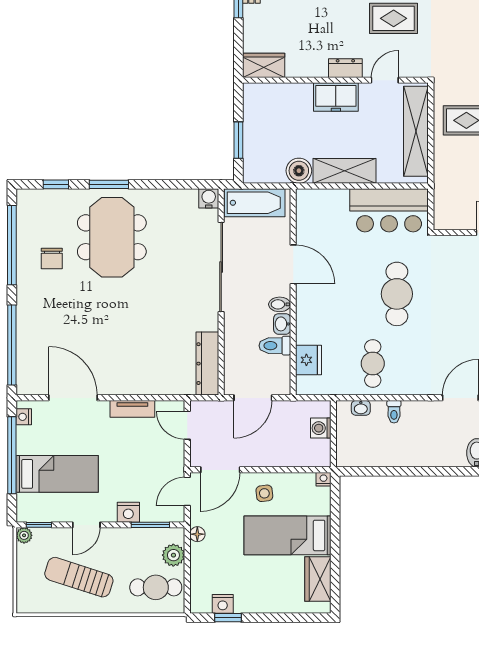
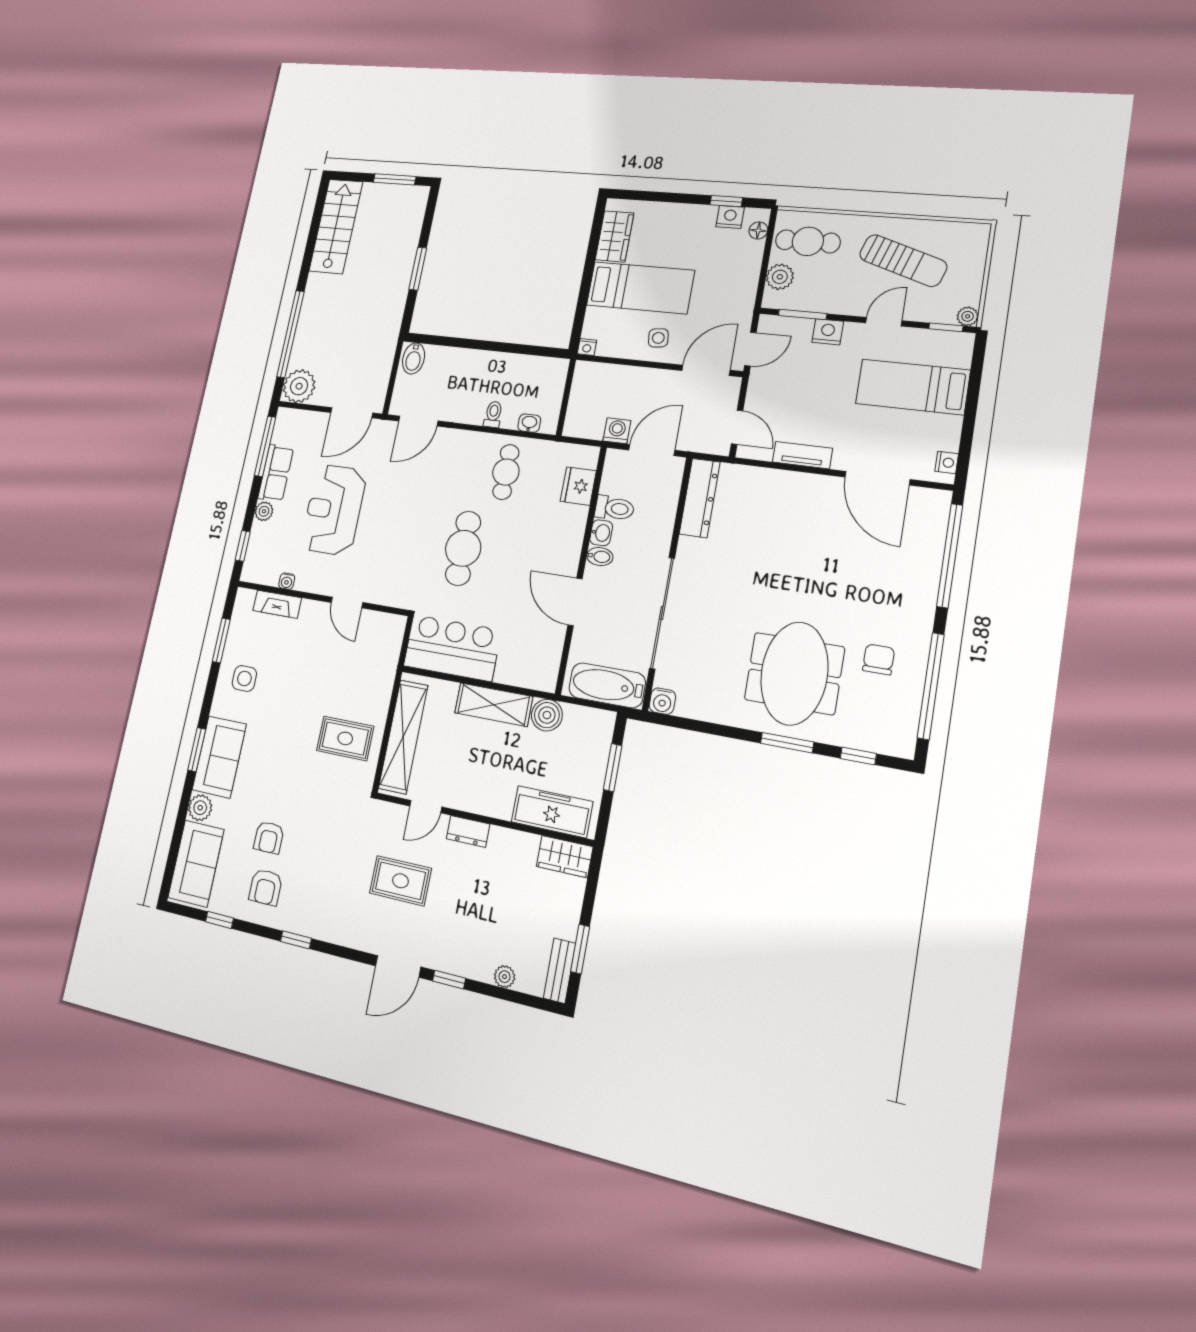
freezer: (336, 97) -> (552, 812), moved, width x1.40
washing machine: (321, 428) -> (617, 431), moved, turned -90
window: (12, 455) -> (970, 416), removed
floor lamp: (197, 534) -> (758, 230), moved

